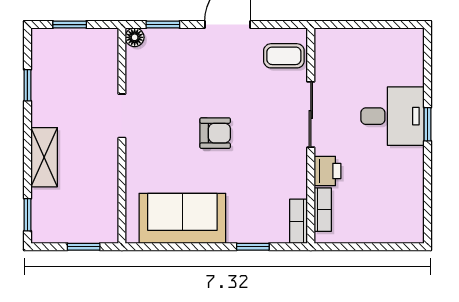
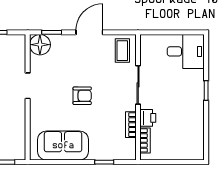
floor lamp: (135, 37) -> (40, 45), width x1.89, depth x1.89
coffee table: (284, 56) -> (122, 51), turned 90
desk: (392, 116) -> (186, 51), moved
bookcase: (299, 221) -> (131, 125), moved

